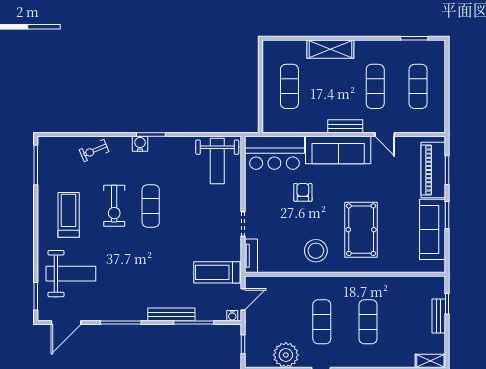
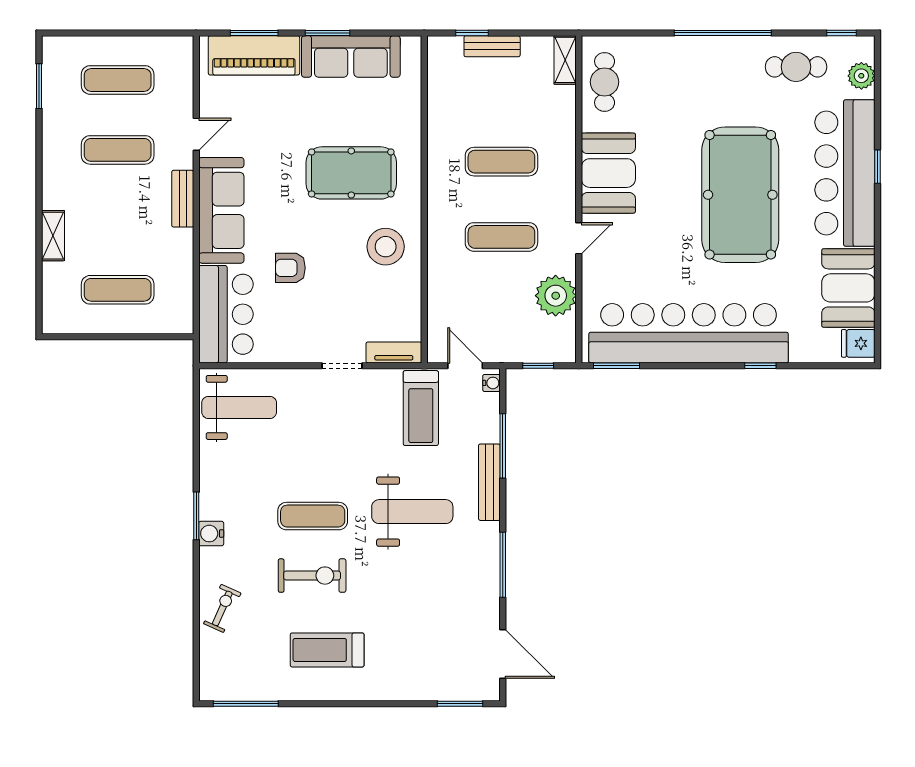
shelving: (330, 49) -> (53, 236), width x0.67, depth x0.75
exercise bike: (94, 151) -> (222, 608), turned -133
weight bench: (71, 274) -> (412, 512), moved, turned 90

